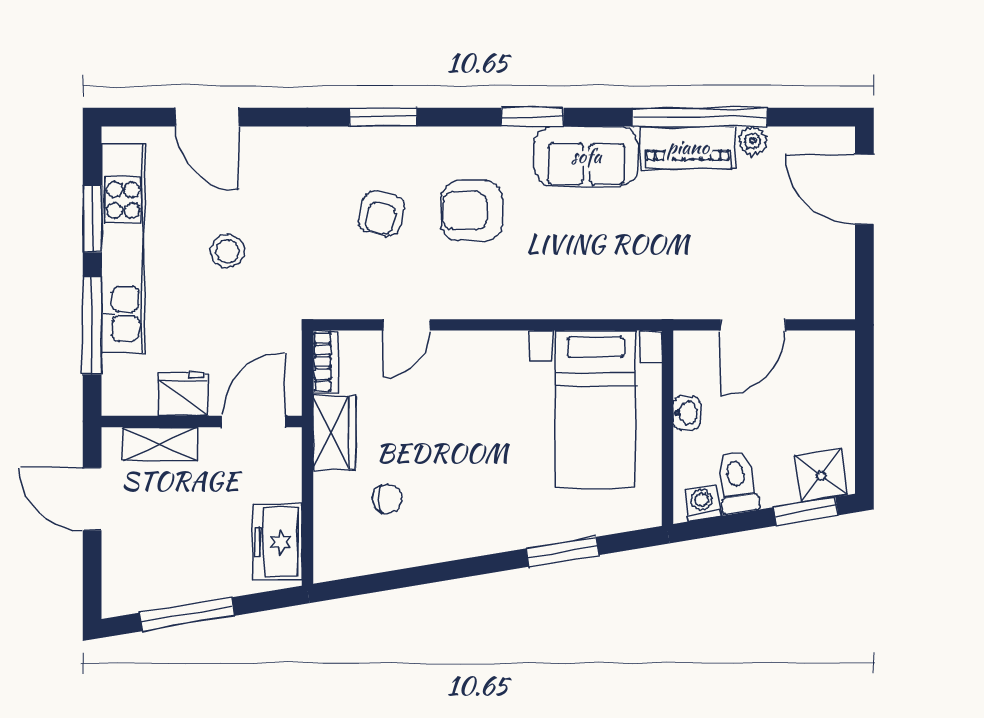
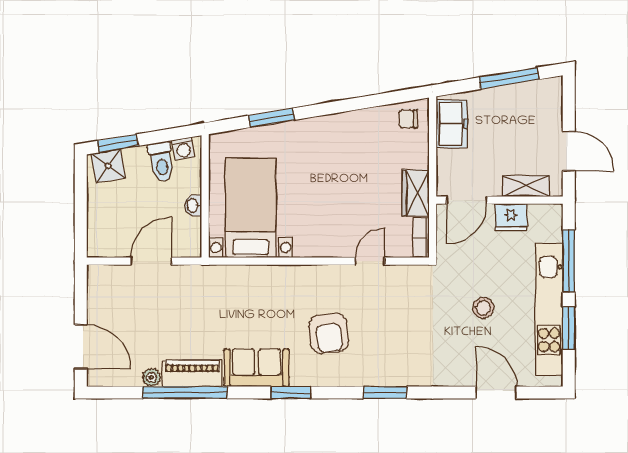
armchair: (472, 211) -> (329, 333), turned 83
armchair: (382, 214) -> (386, 331), removed
chair: (387, 499) -> (408, 119), moved

